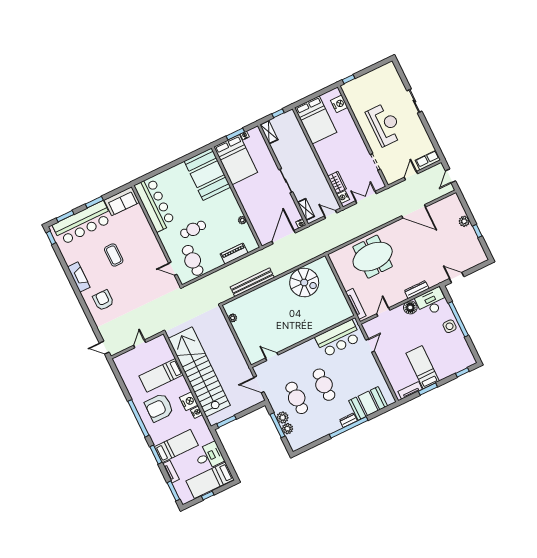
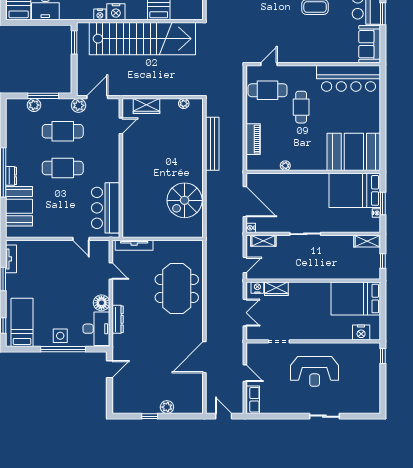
wardrobe: (248, 345) -> (146, 106), added
bed: (423, 367) -> (22, 322), moved, turned -90
plant: (283, 418) -> (79, 105), moved

